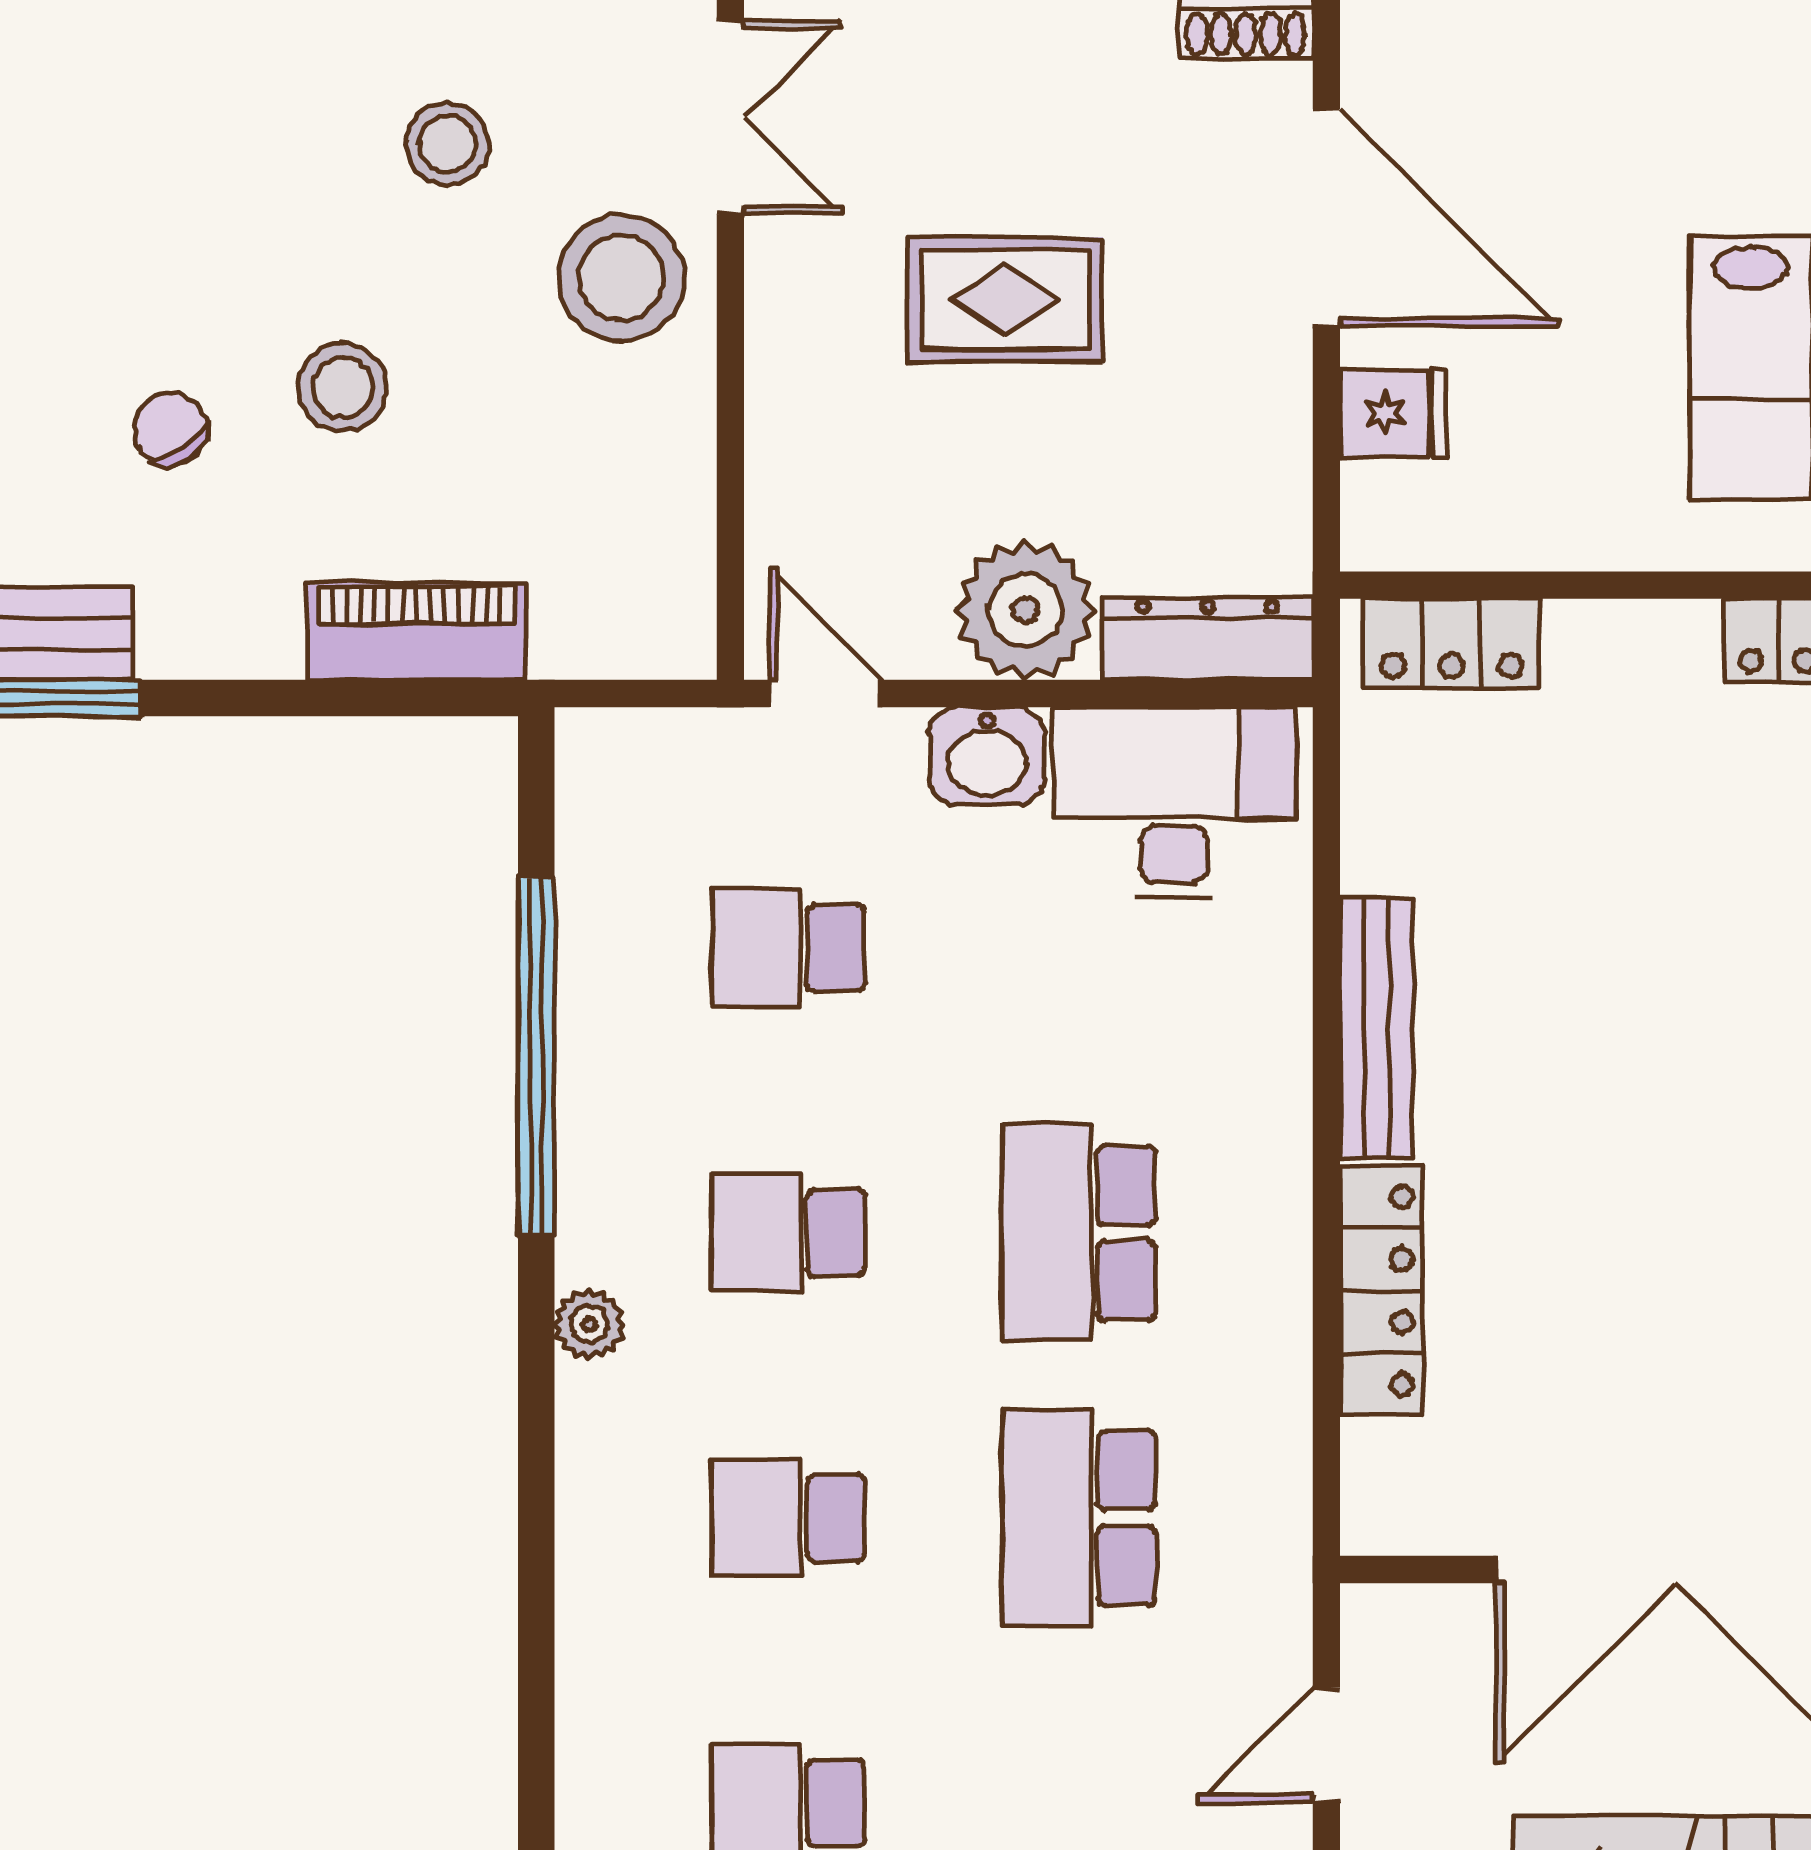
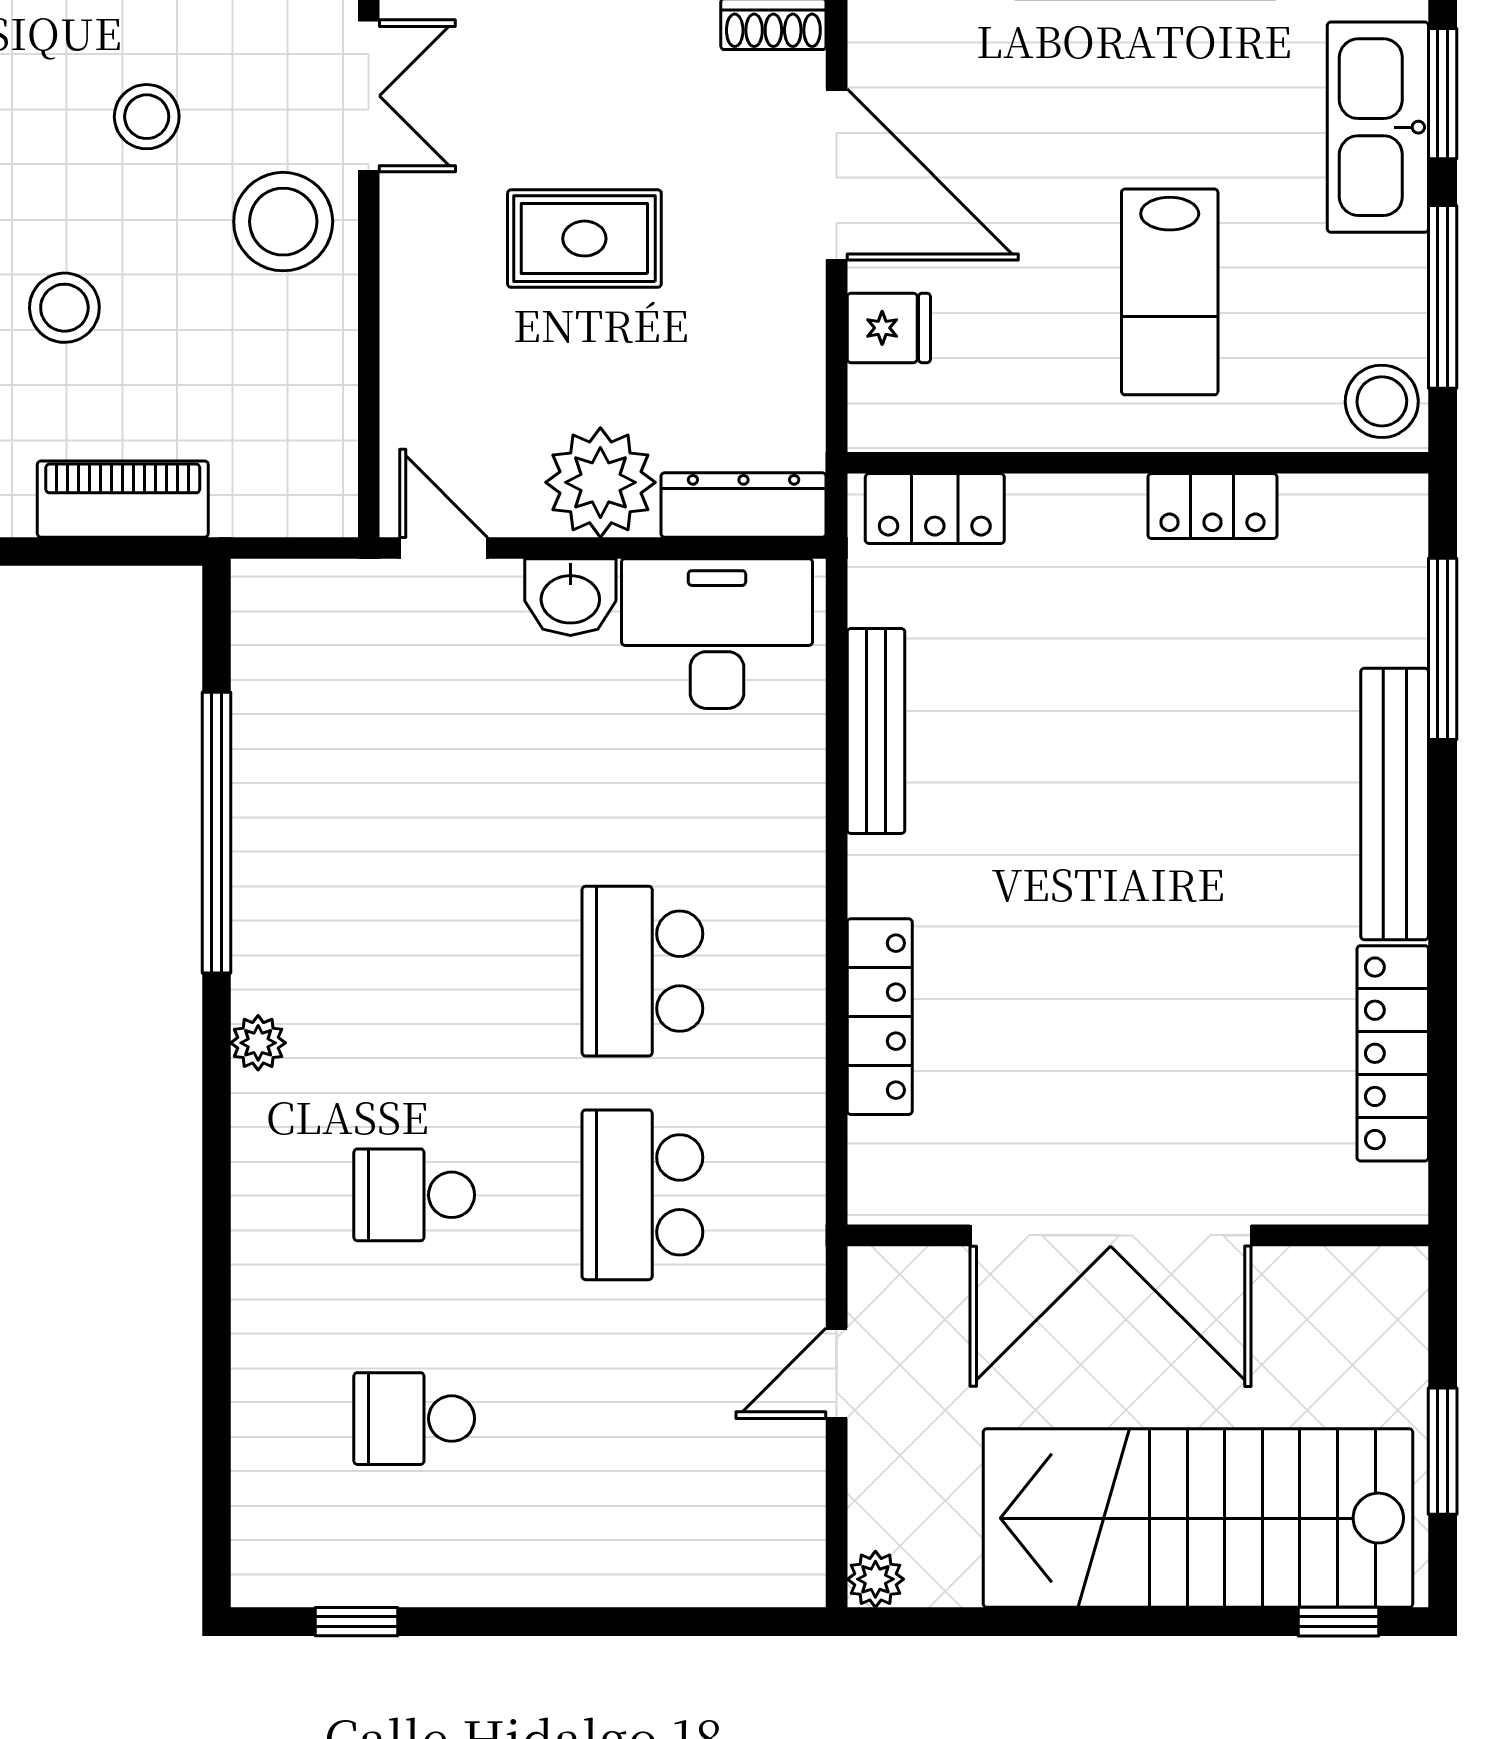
school desk: (788, 948) -> (414, 747), removed
bench: (1377, 1028) -> (876, 731), moved
school desk: (788, 1233) -> (414, 971), removed

